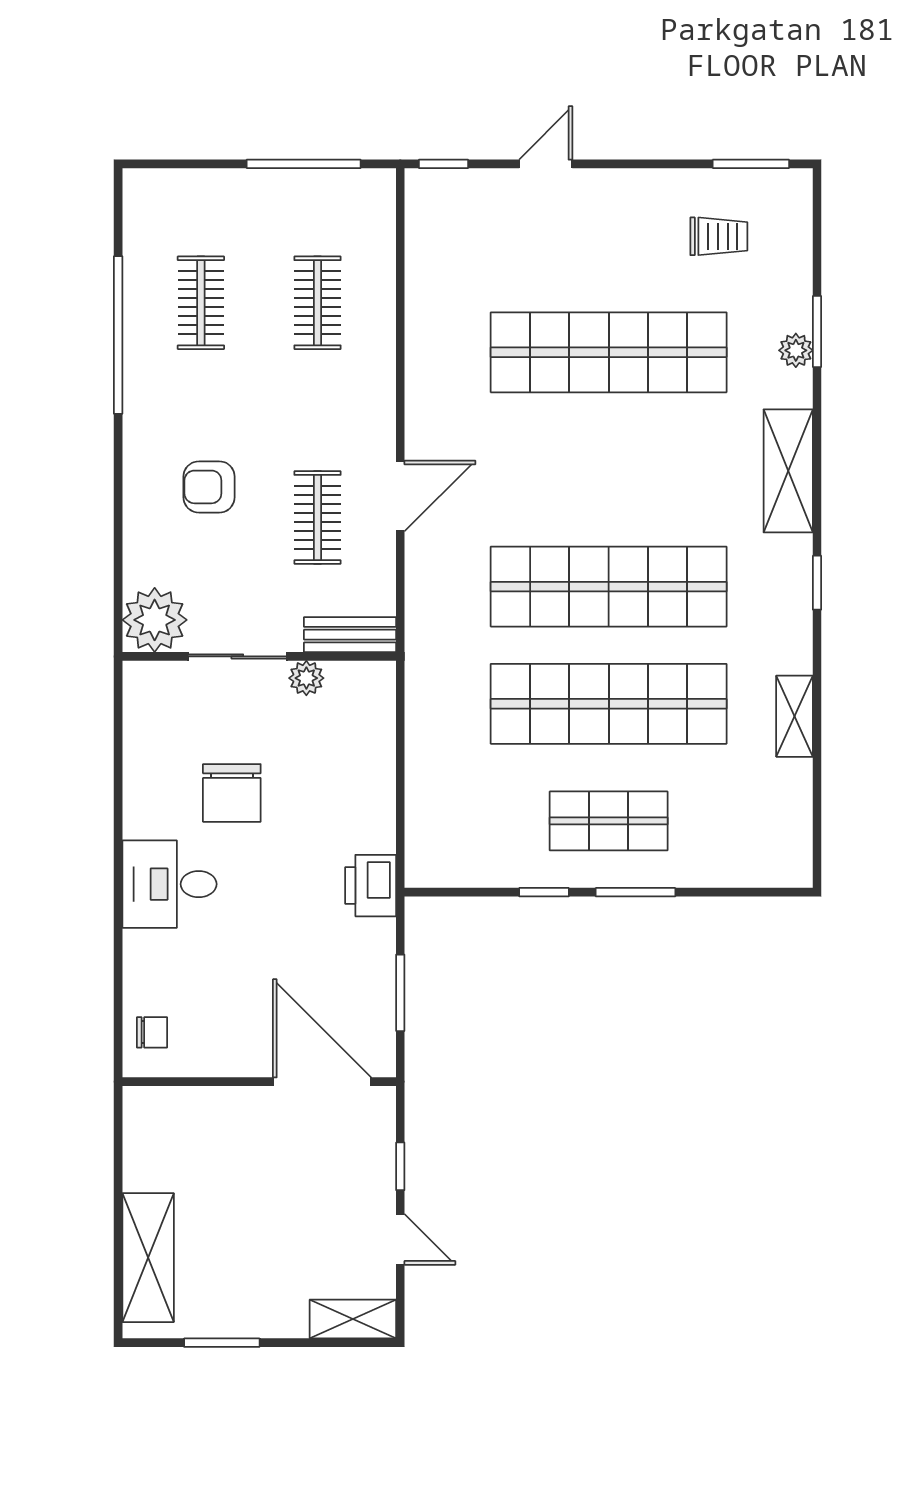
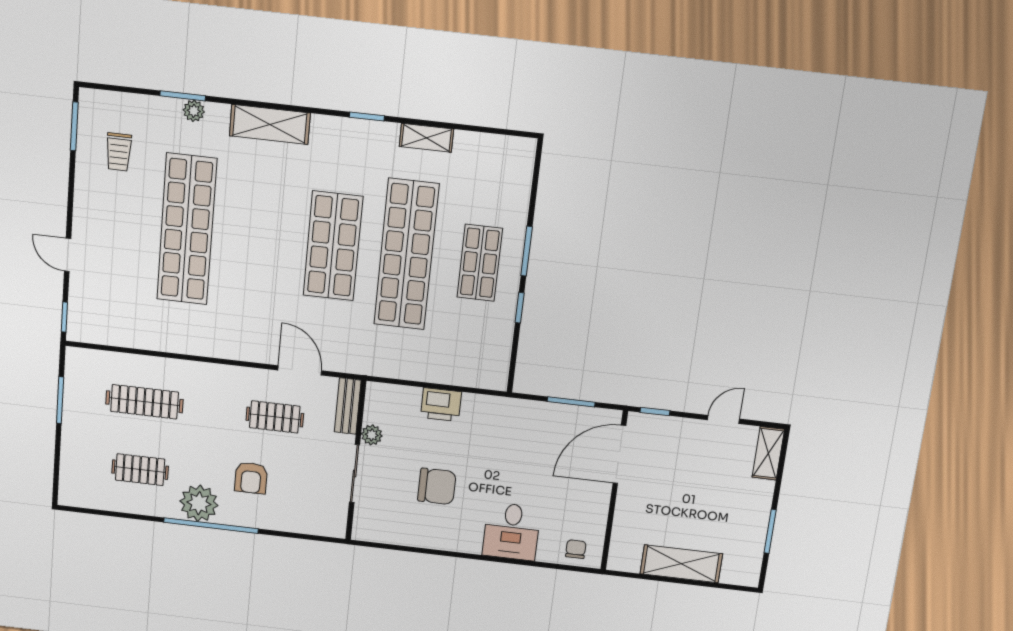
window: (304, 164) -> (60, 400), width x0.69
trolley: (719, 236) -> (119, 152), turned 180
clothes rail: (317, 303) -> (144, 402), width x1.36
window: (118, 335) -> (211, 526), moved
door: (400, 496) -> (300, 370), moved
window: (817, 583) -> (367, 116), moved
shop shelf: (609, 587) -> (333, 246), width x0.71
plant: (155, 620) -> (199, 503), moved
desk: (169, 884) -> (512, 531), moved
printer: (371, 886) -> (441, 405), moved
window: (400, 1166) -> (655, 411), moved
shelving: (148, 1258) -> (681, 564), moved

